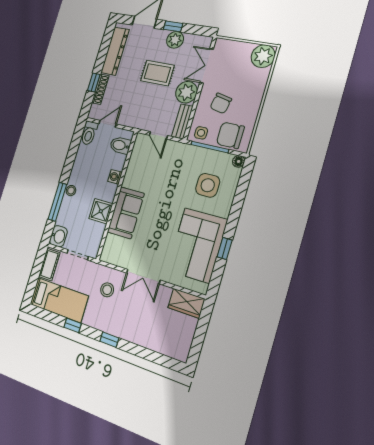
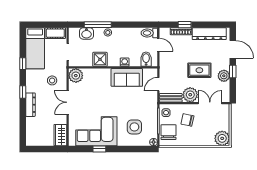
rug: (157, 73) -> (199, 70), turned 90
sofa: (126, 213) -> (127, 77), moved
washbasin: (58, 236) -> (86, 33), moved
plant: (111, 253) -> (76, 76), added
dresser: (130, 334) -> (30, 105), added

